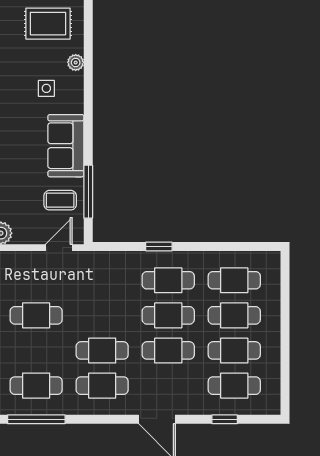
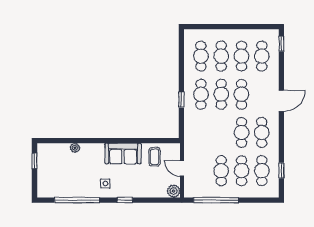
rug: (48, 24) -> (52, 164), removed
side table: (46, 88) -> (105, 184), moved
window: (88, 192) -> (150, 141), removed
door: (59, 248) -> (182, 168), moved
cafe table: (36, 350) -> (242, 171), added
window: (36, 419) -> (281, 171), width x0.46
window: (225, 419) -> (281, 44), moved

